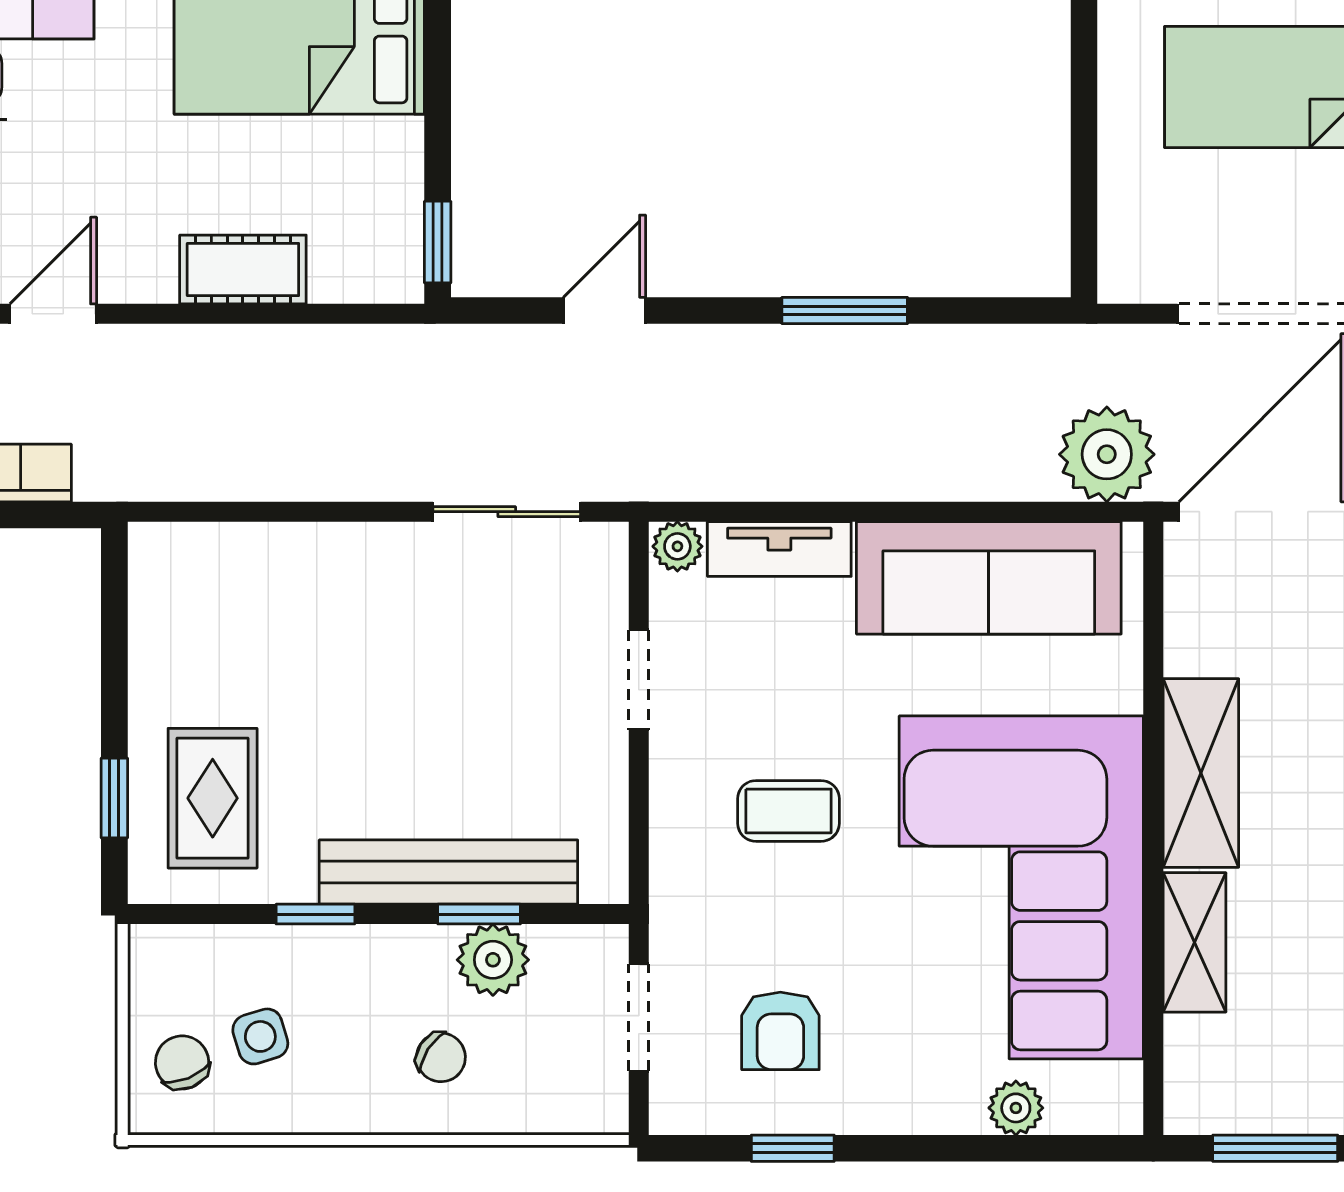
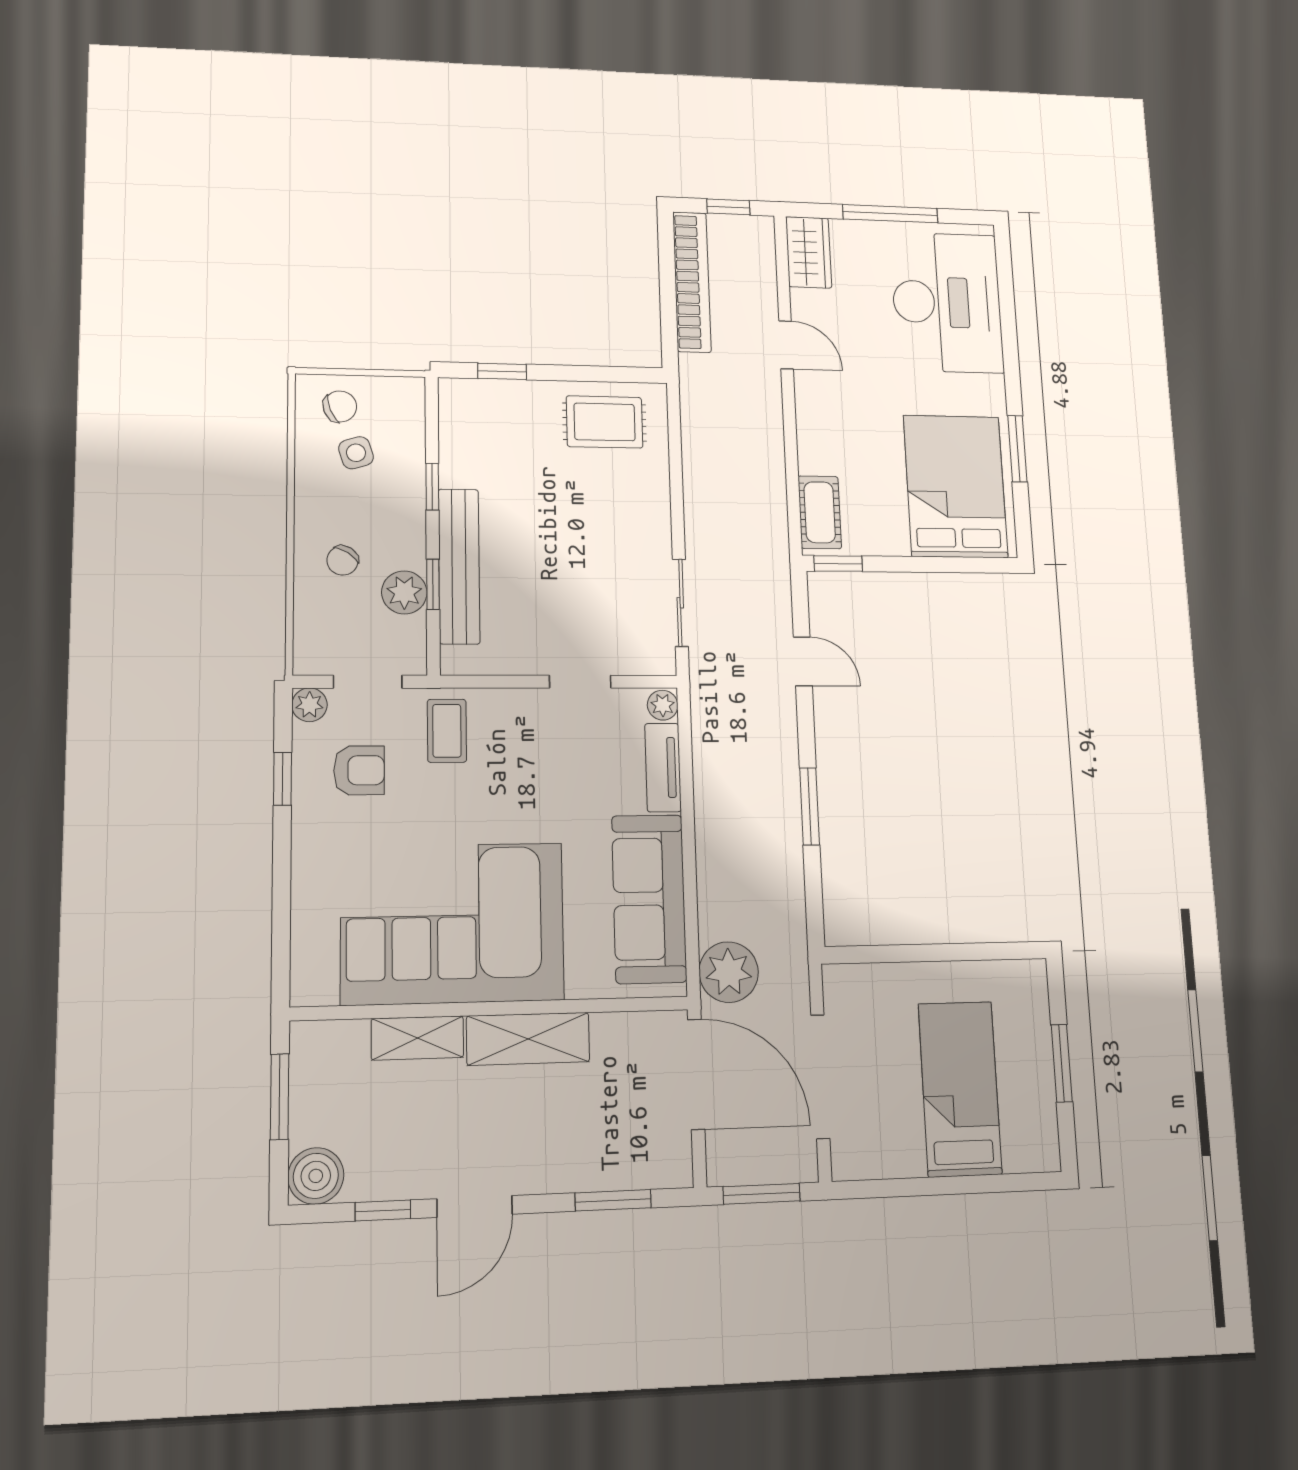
cot: (243, 269) -> (820, 512), moved
rug: (213, 798) -> (605, 422), moved
coffee table: (788, 811) -> (447, 731), moved
armchair: (780, 1031) -> (359, 770), turned 180
plant: (1016, 1108) -> (309, 705), moved

